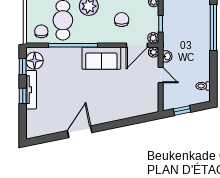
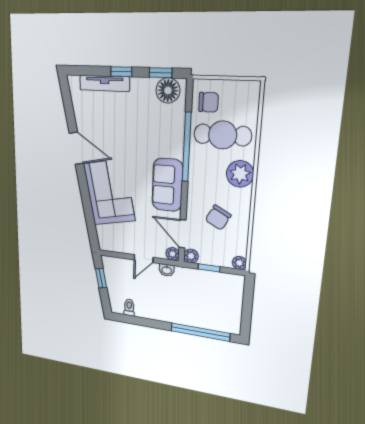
chair: (122, 20) -> (218, 218), turned 118
tv unit: (31, 90) -> (105, 83), moved
corner sofa: (111, 104) -> (109, 192), added

